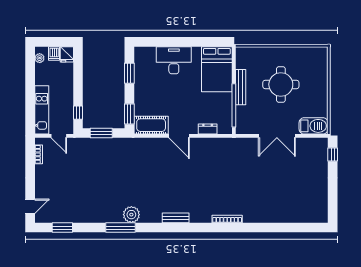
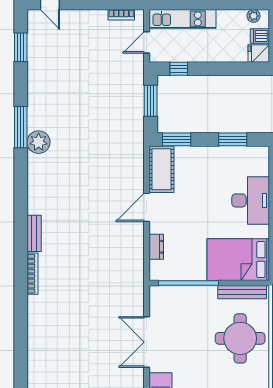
round table: (281, 84) -> (240, 338), moved
bench: (241, 87) -> (242, 292), moved
bench: (176, 218) -> (34, 233), moved

